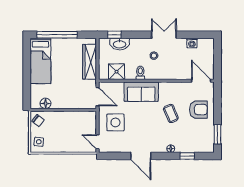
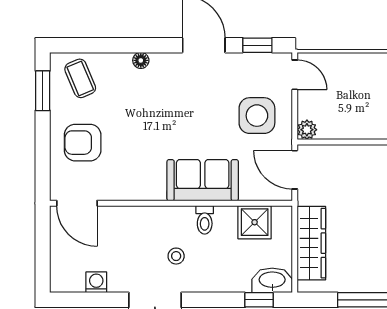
washbasin: (120, 44) -> (272, 280), moved
coffee table: (171, 113) -> (80, 78), moved
plant: (92, 116) -> (307, 130), added
window: (187, 156) -> (257, 45), moved

